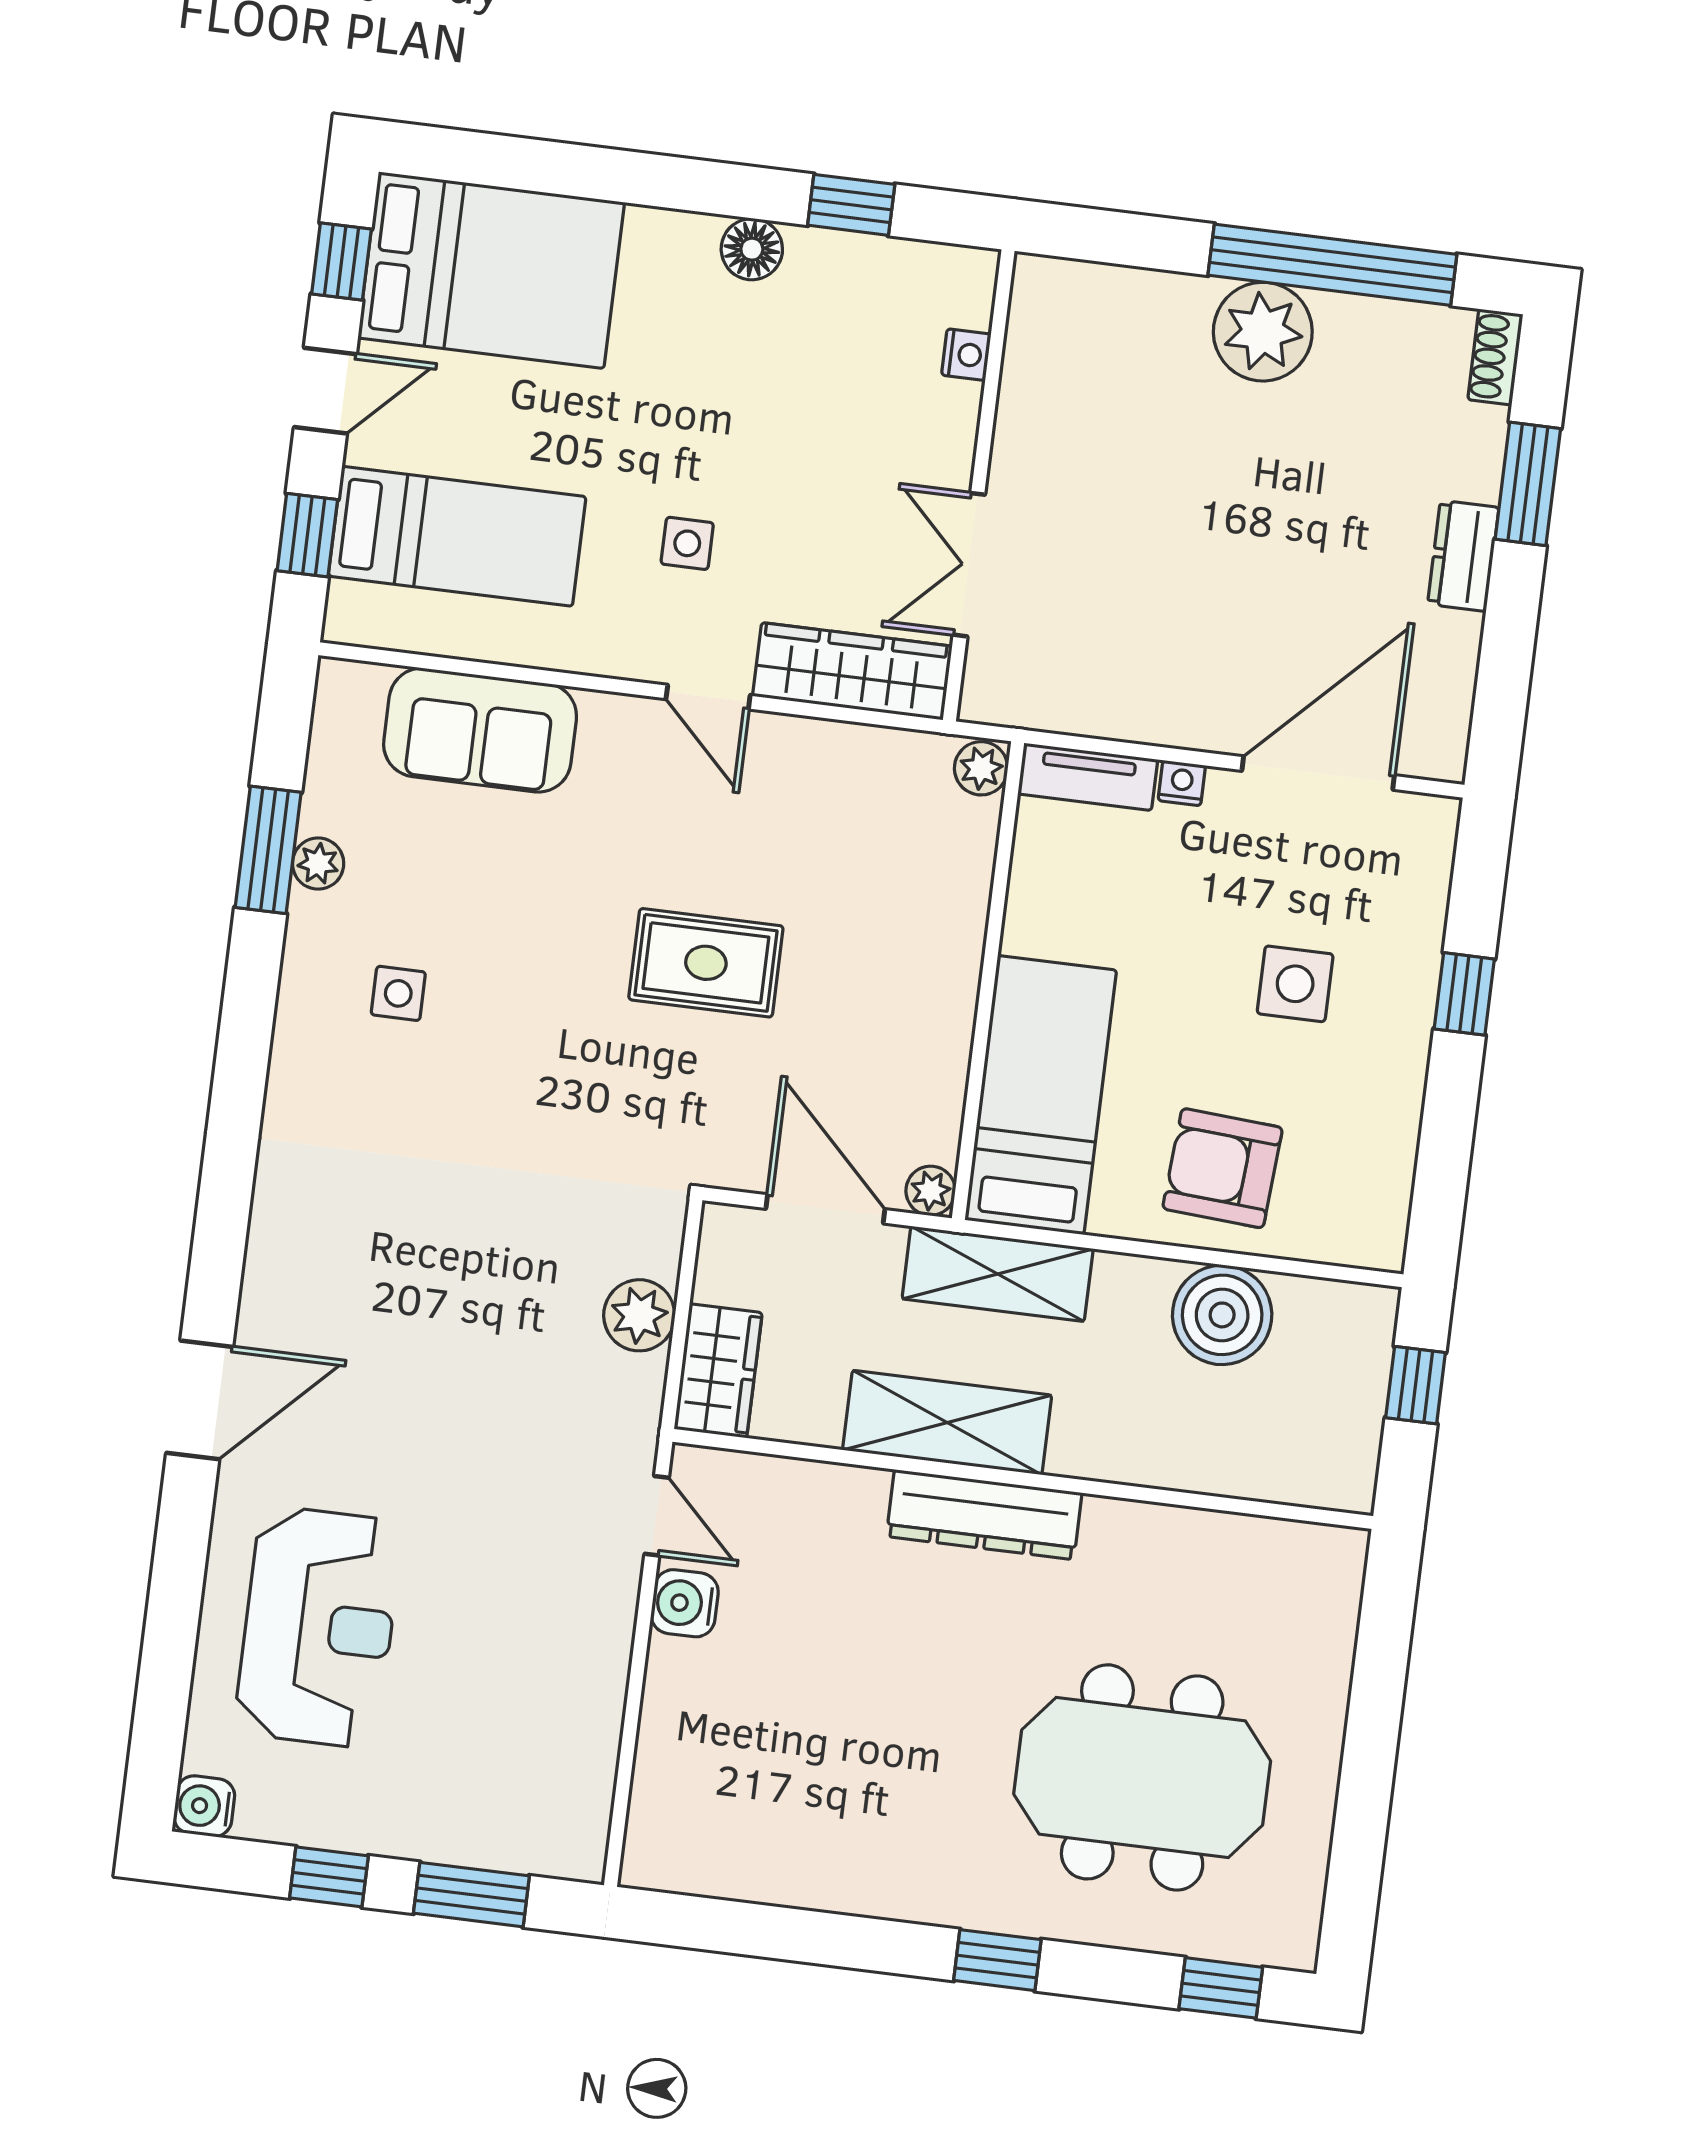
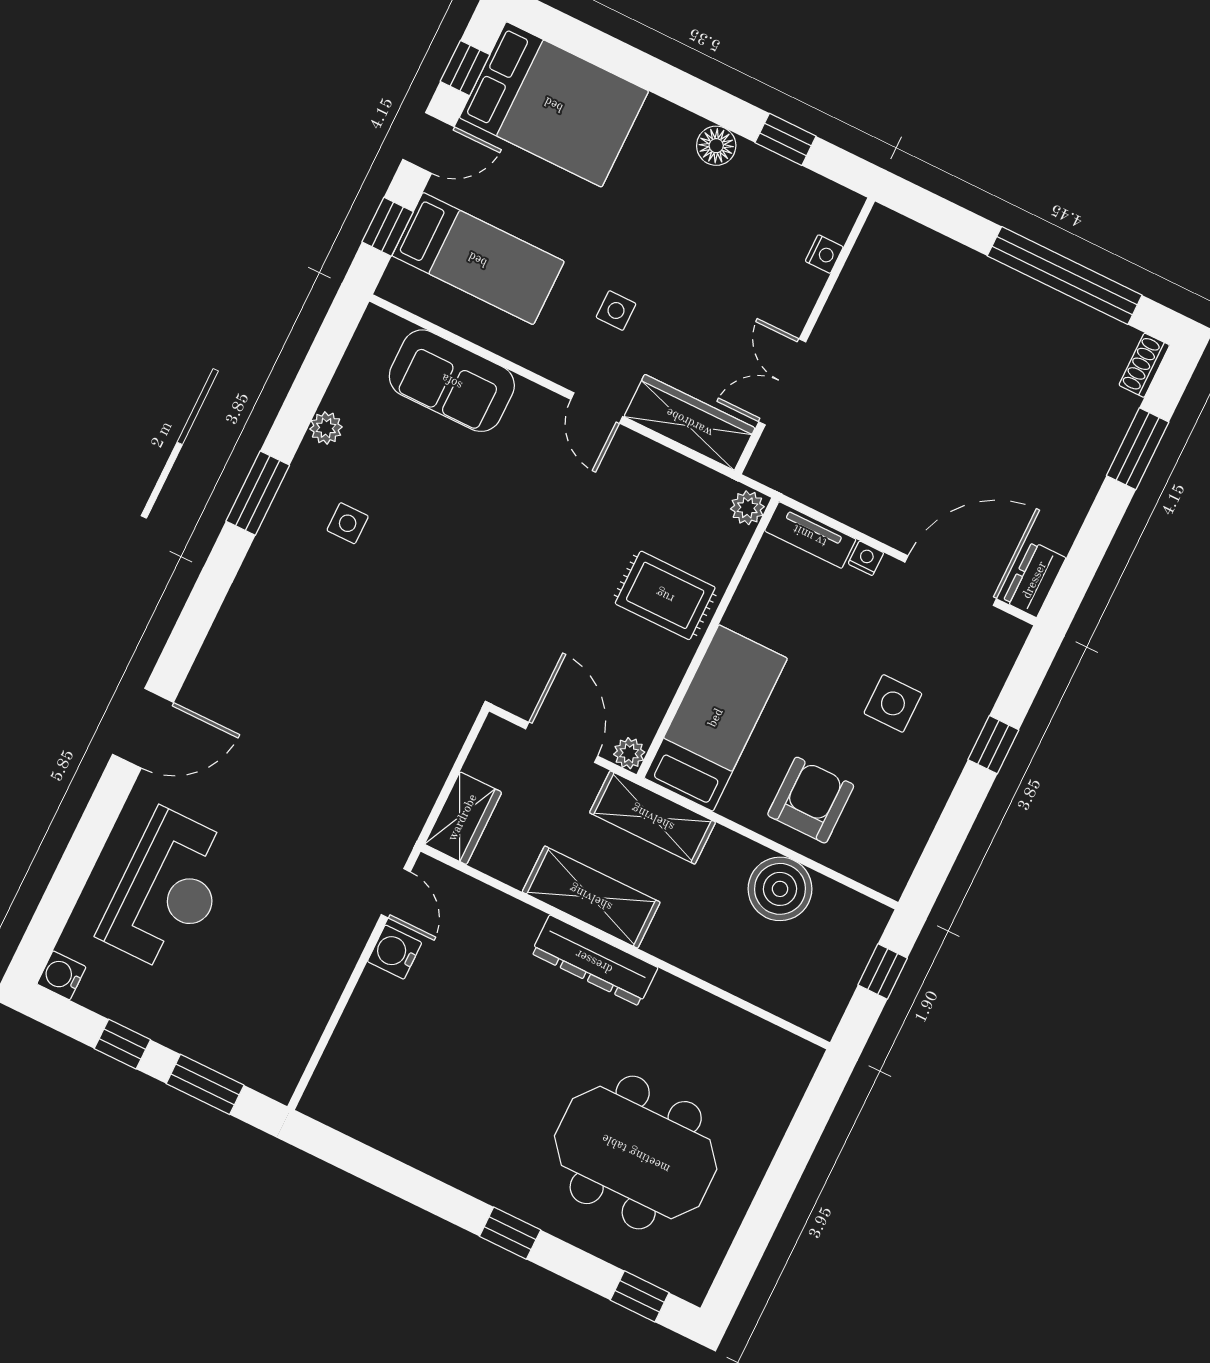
plant: (1263, 332) -> (1009, 302), removed
dresser: (1463, 556) -> (1035, 580), moved
window: (268, 850) -> (258, 493), moved
rug: (706, 963) -> (665, 595), moved
armchair: (1223, 1168) -> (811, 800), turned 86
plant: (639, 1315) -> (427, 768), removed

